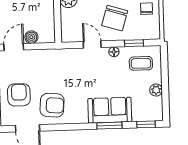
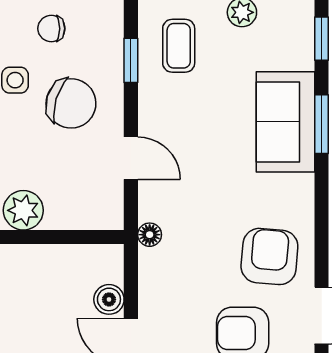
door: (92, 45) -> (131, 158), swing flipped
floor lamp: (114, 52) -> (150, 235), moved

